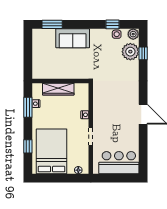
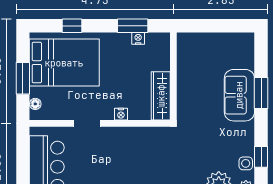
window: (52, 24) -> (261, 93), moved
wardrobe: (58, 89) -> (161, 96), moved
window: (62, 178) -> (23, 78), added

